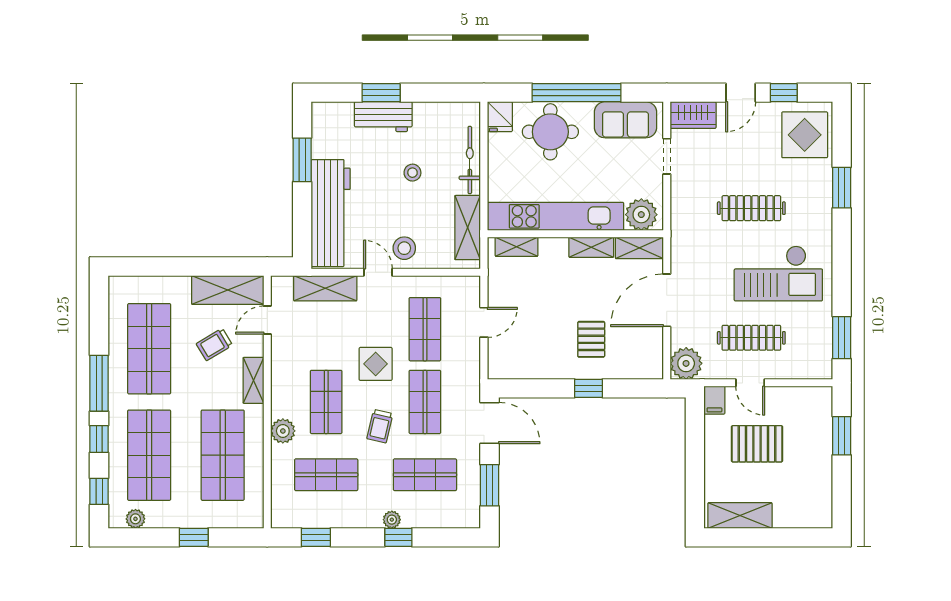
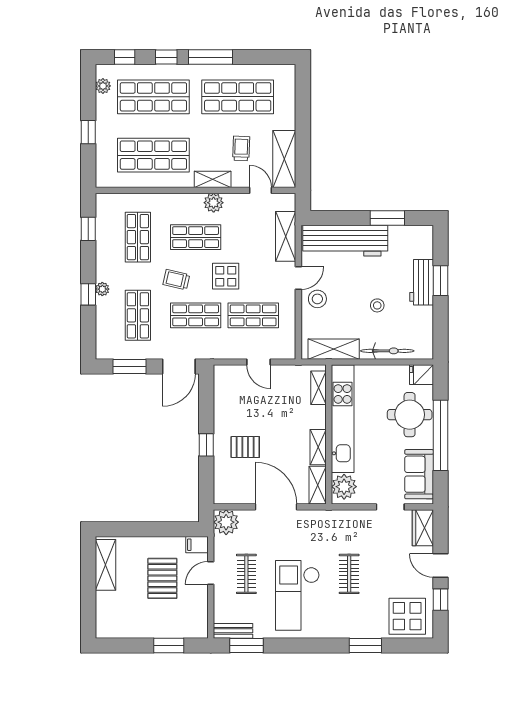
clothes rail: (751, 208) -> (349, 574), width x0.73
clothes rail: (751, 338) -> (246, 574), width x0.73
trolley: (214, 344) -> (241, 148), turned 33
bench: (823, 355) -> (233, 631), added
plant: (283, 431) -> (214, 203), moved

